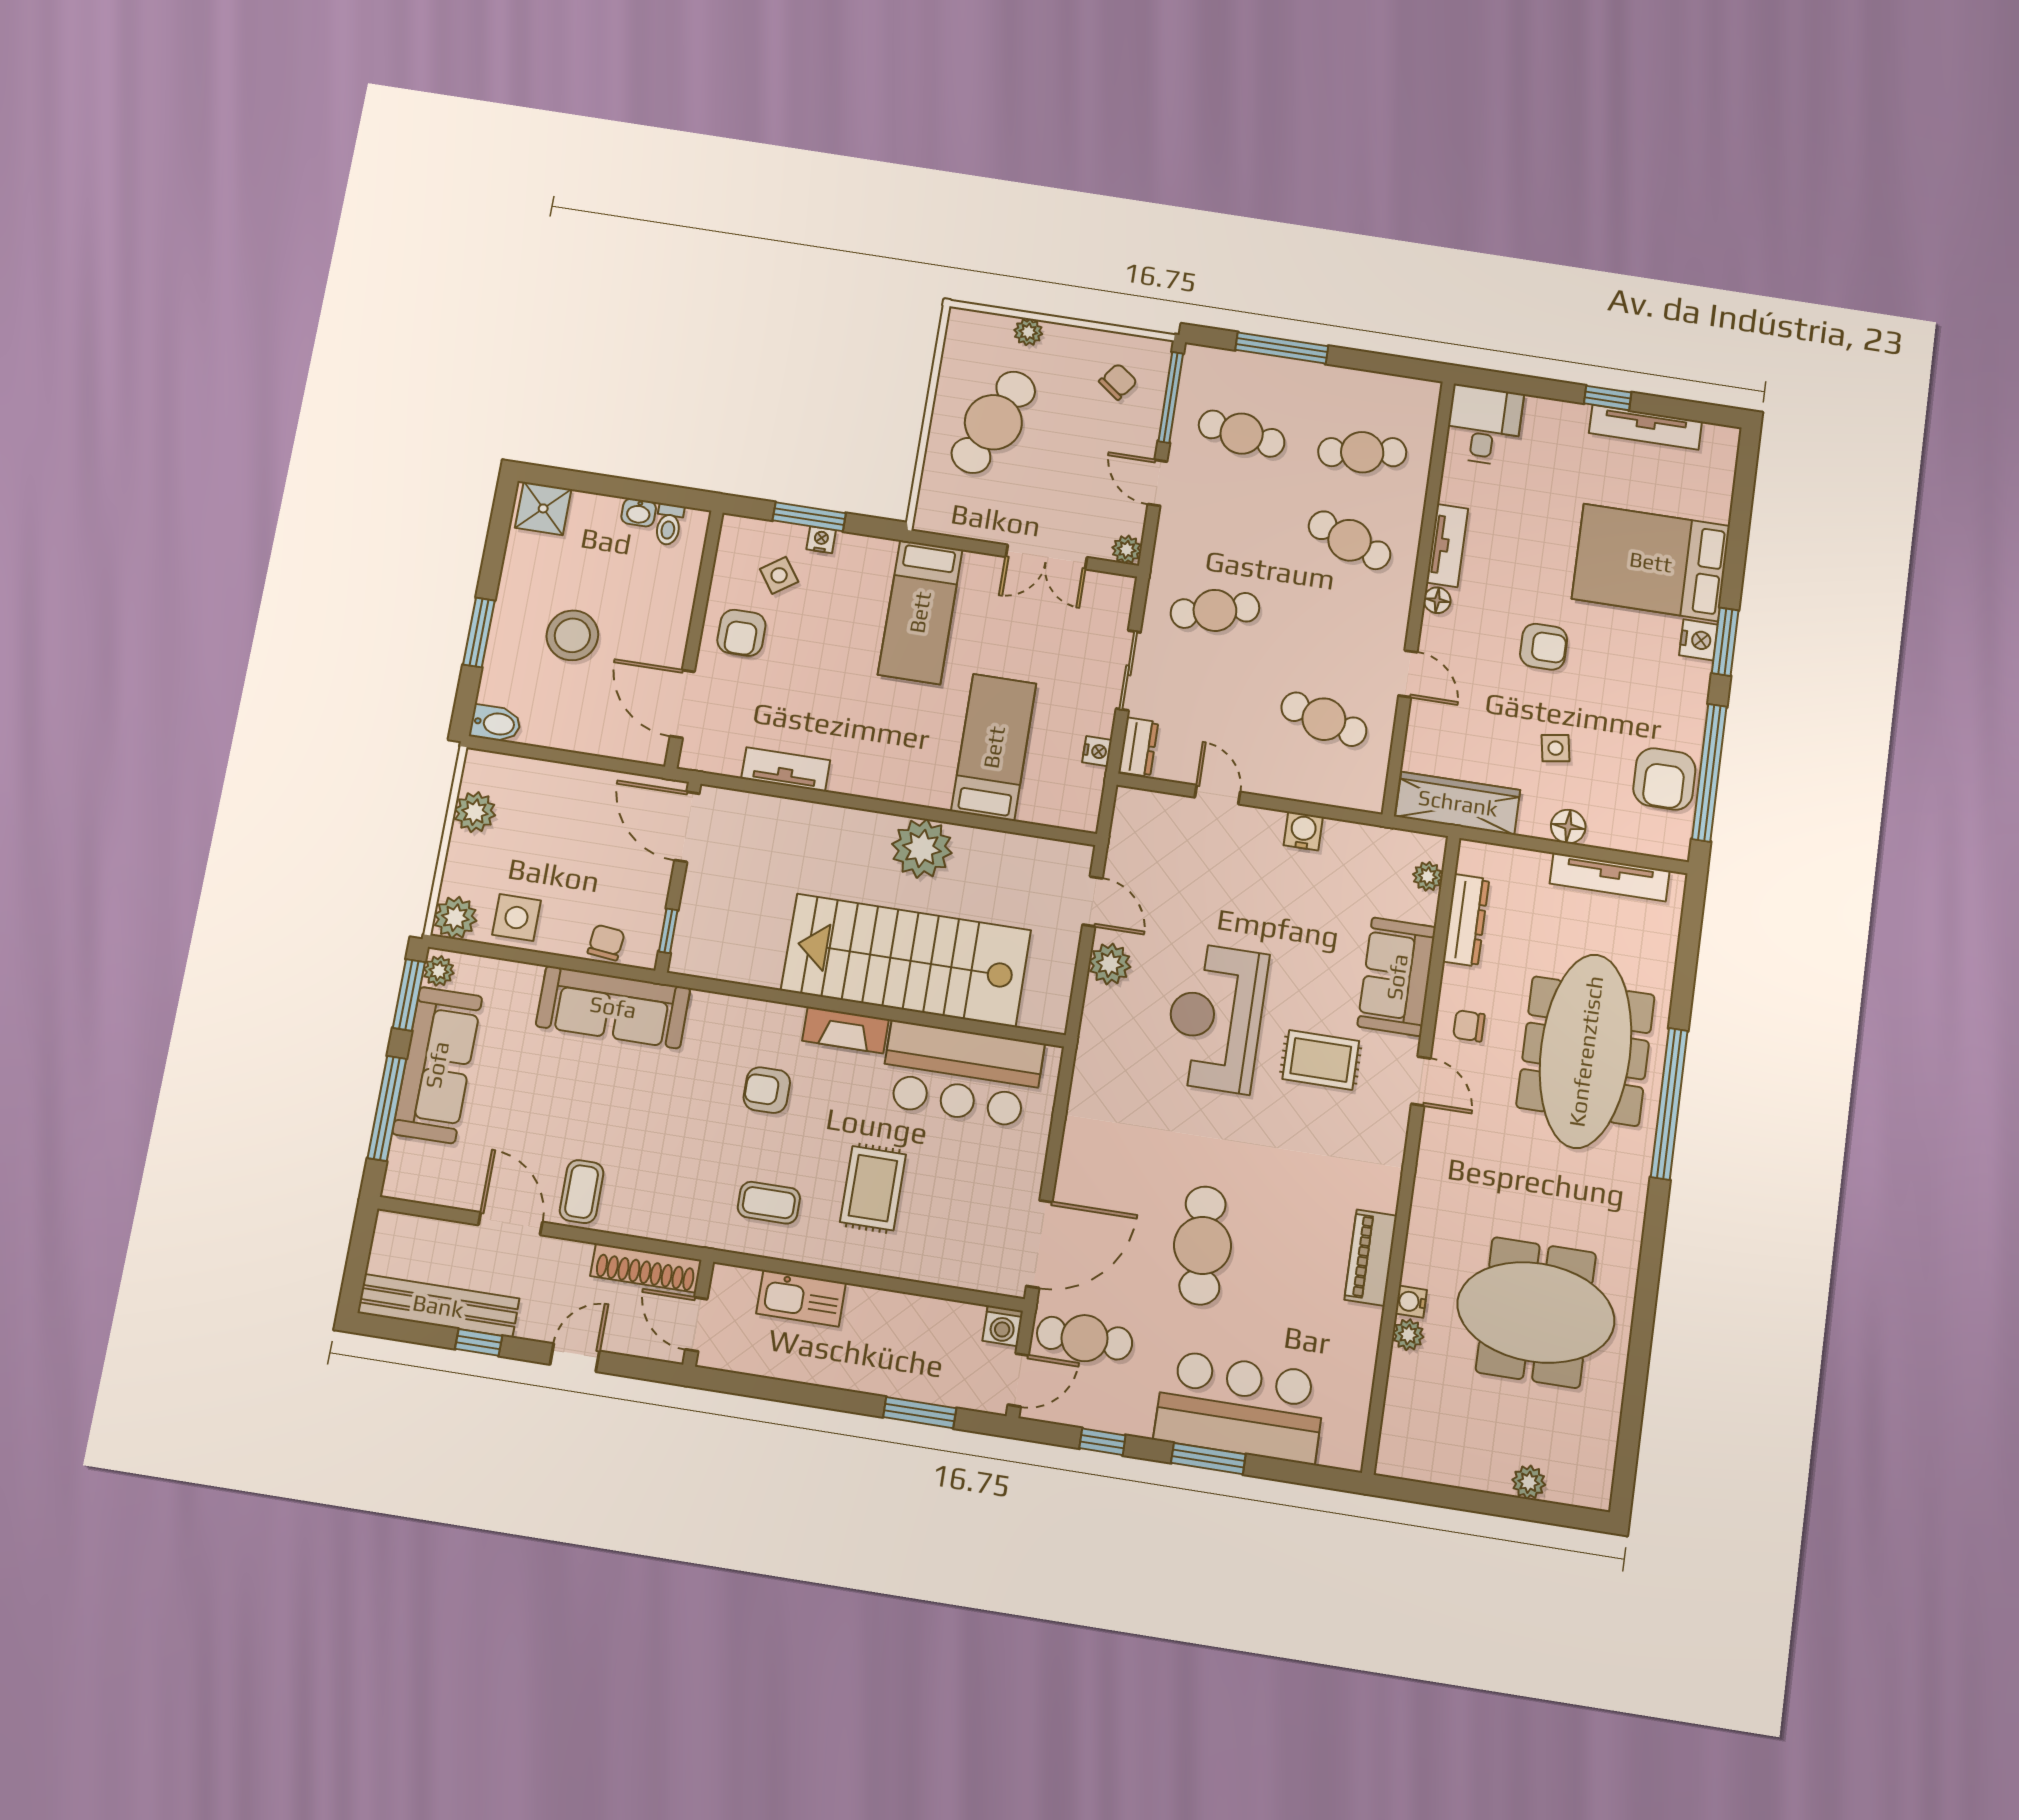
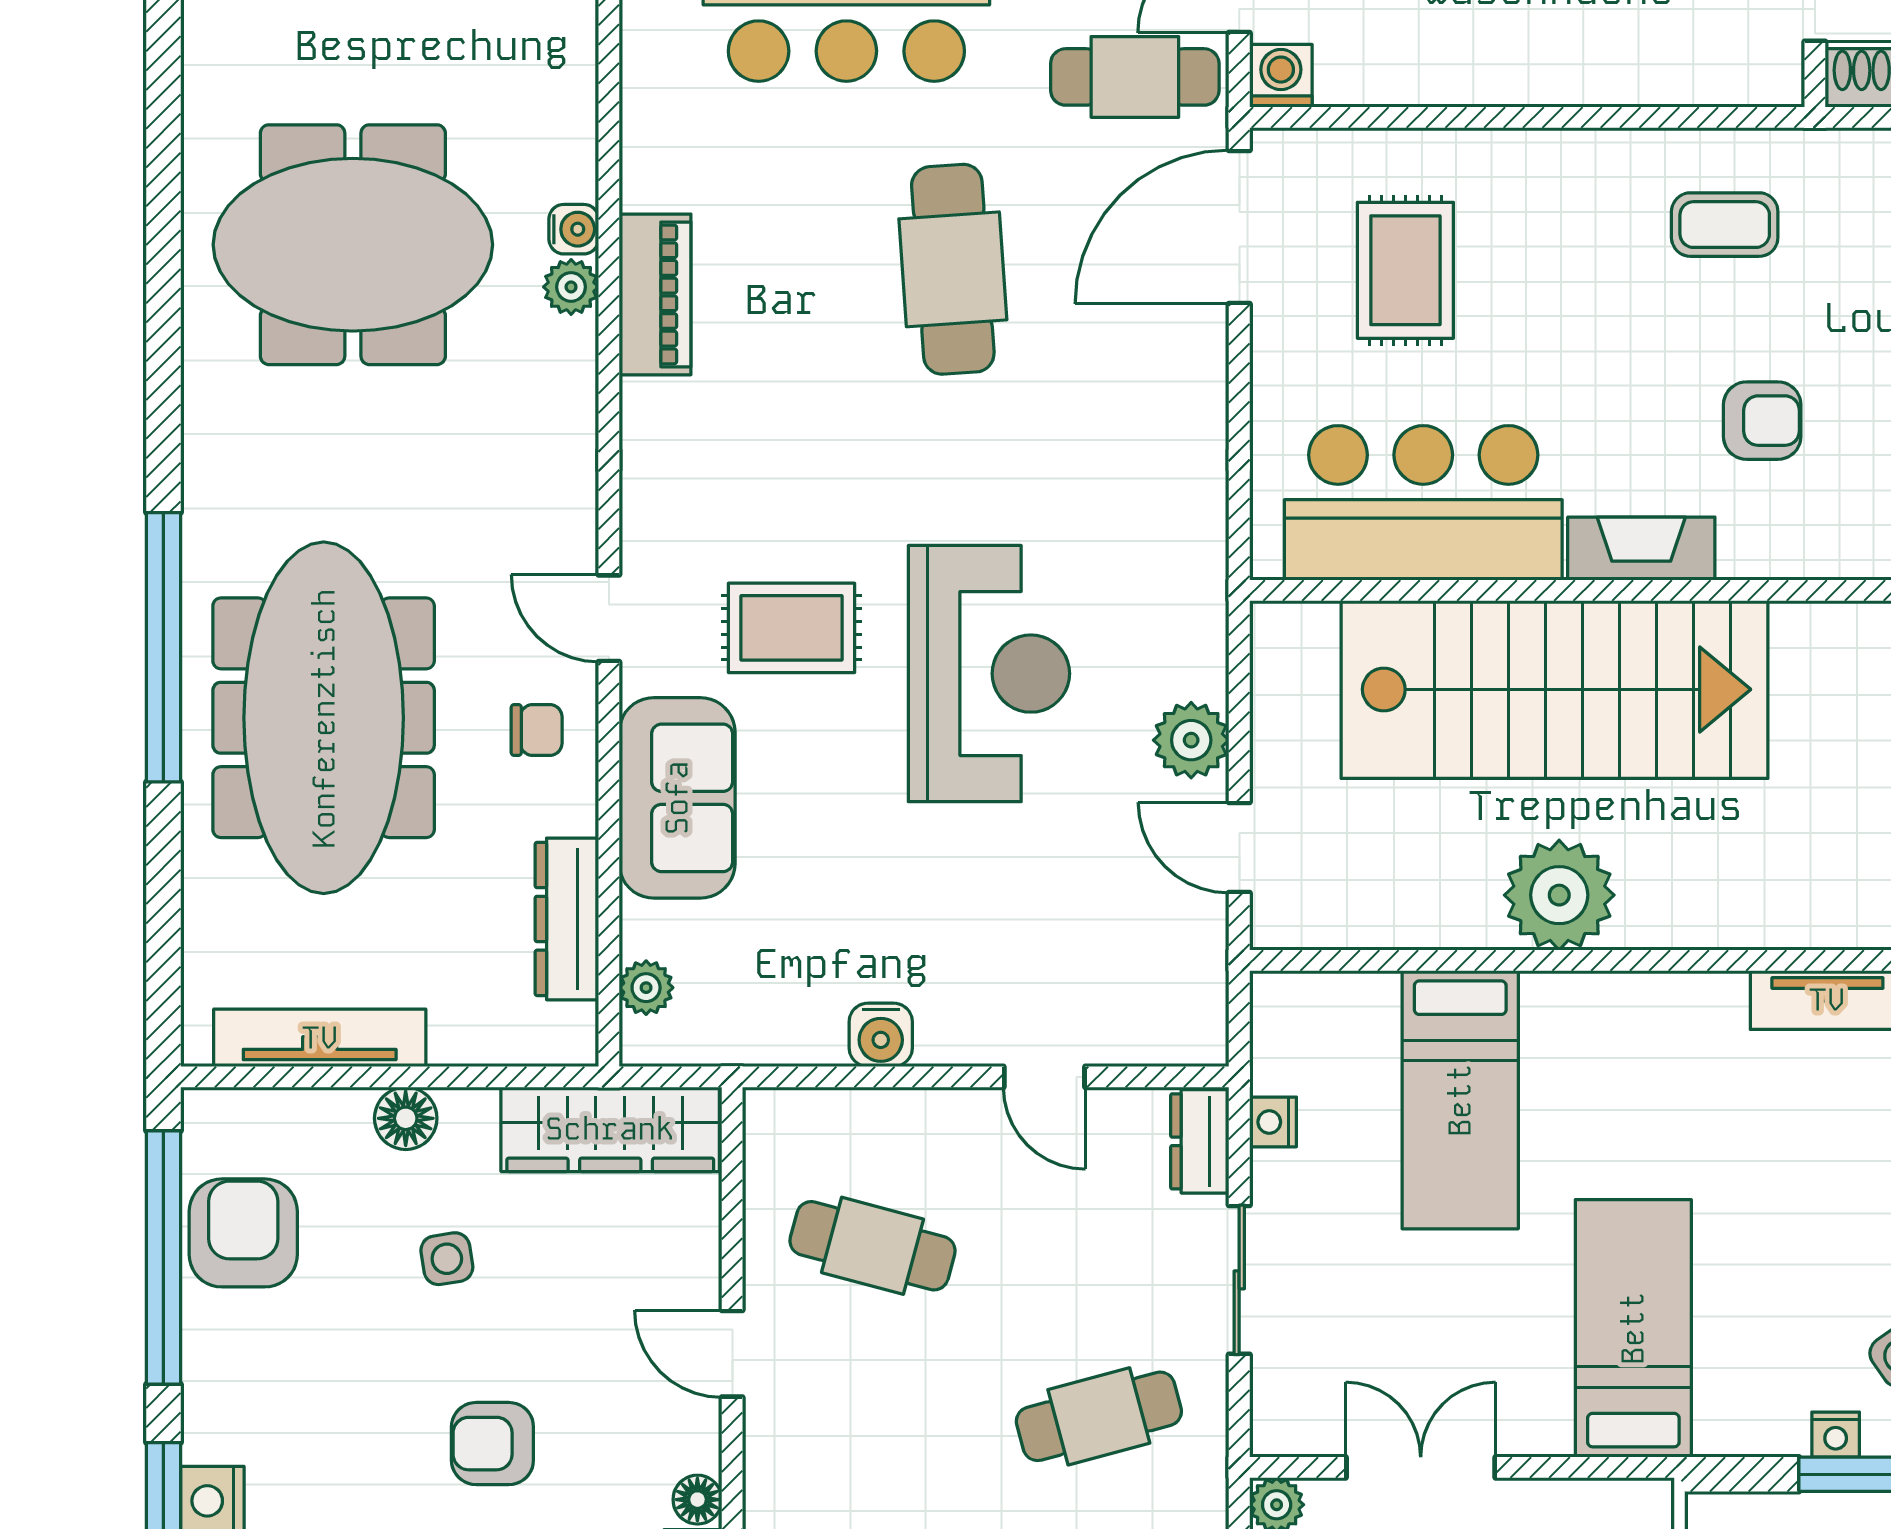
rug: (873, 1188) -> (1405, 270), moved
kitchen sink: (801, 1298) -> (1640, 68), removed
plant: (1408, 1335) -> (571, 287), moved

